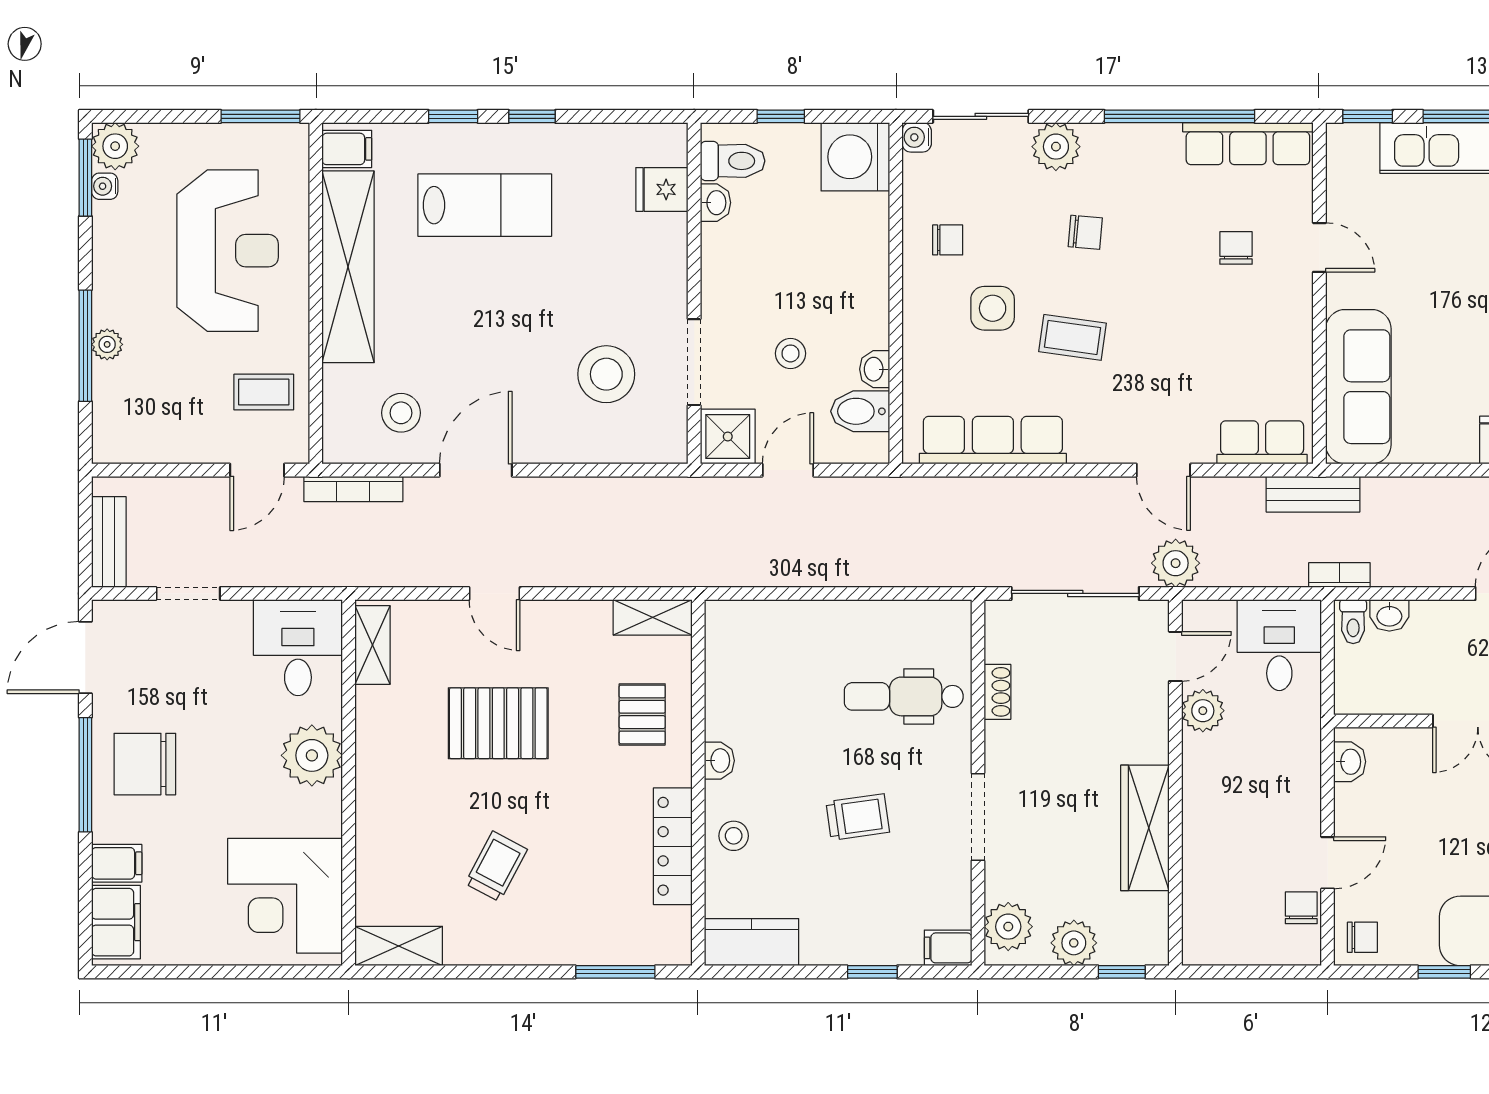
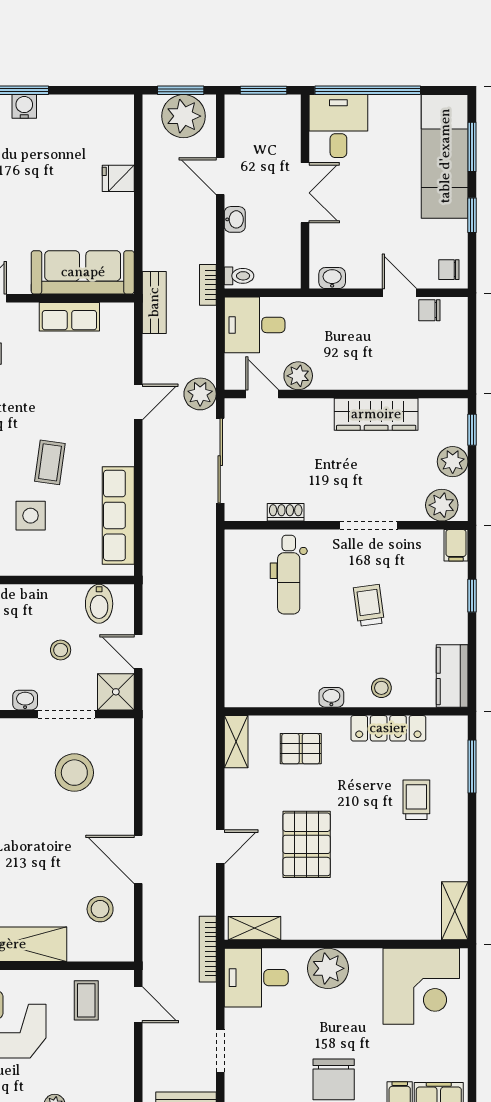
washbasin: (875, 369) -> (25, 700), moved, turned 180
row of seats: (1262, 442) -> (69, 317), moved, turned -90
bookcase: (353, 489) -> (208, 949), moved, turned 180
washbasin: (1389, 615) -> (235, 219), moved
trolley: (496, 866) -> (416, 800), moved, turned 62
chair: (1362, 937) -> (449, 270), turned -90

